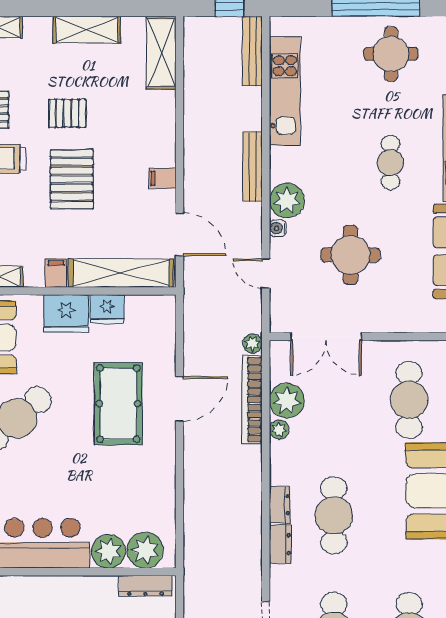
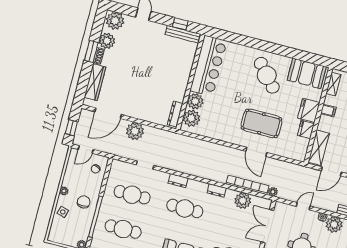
shelving: (121, 273) -> (319, 148), width x0.68
plant: (279, 430) -> (230, 194), removed
dresser: (280, 505) -> (217, 190), moved

